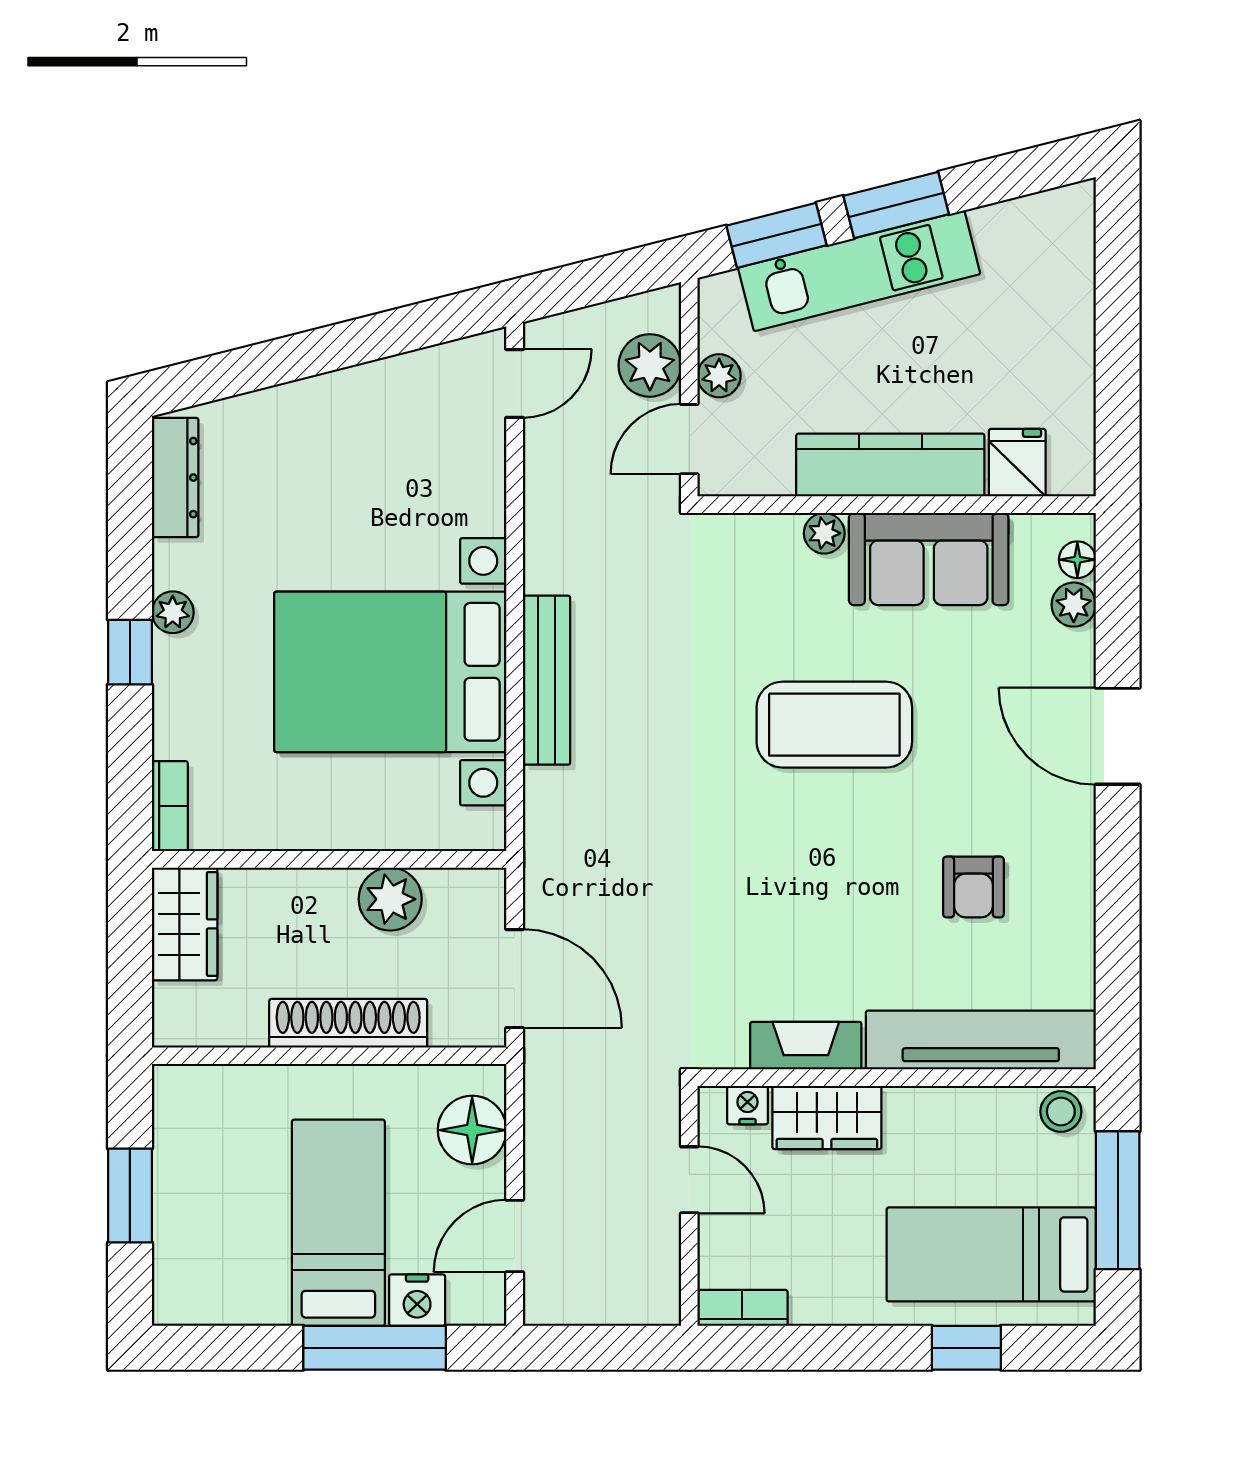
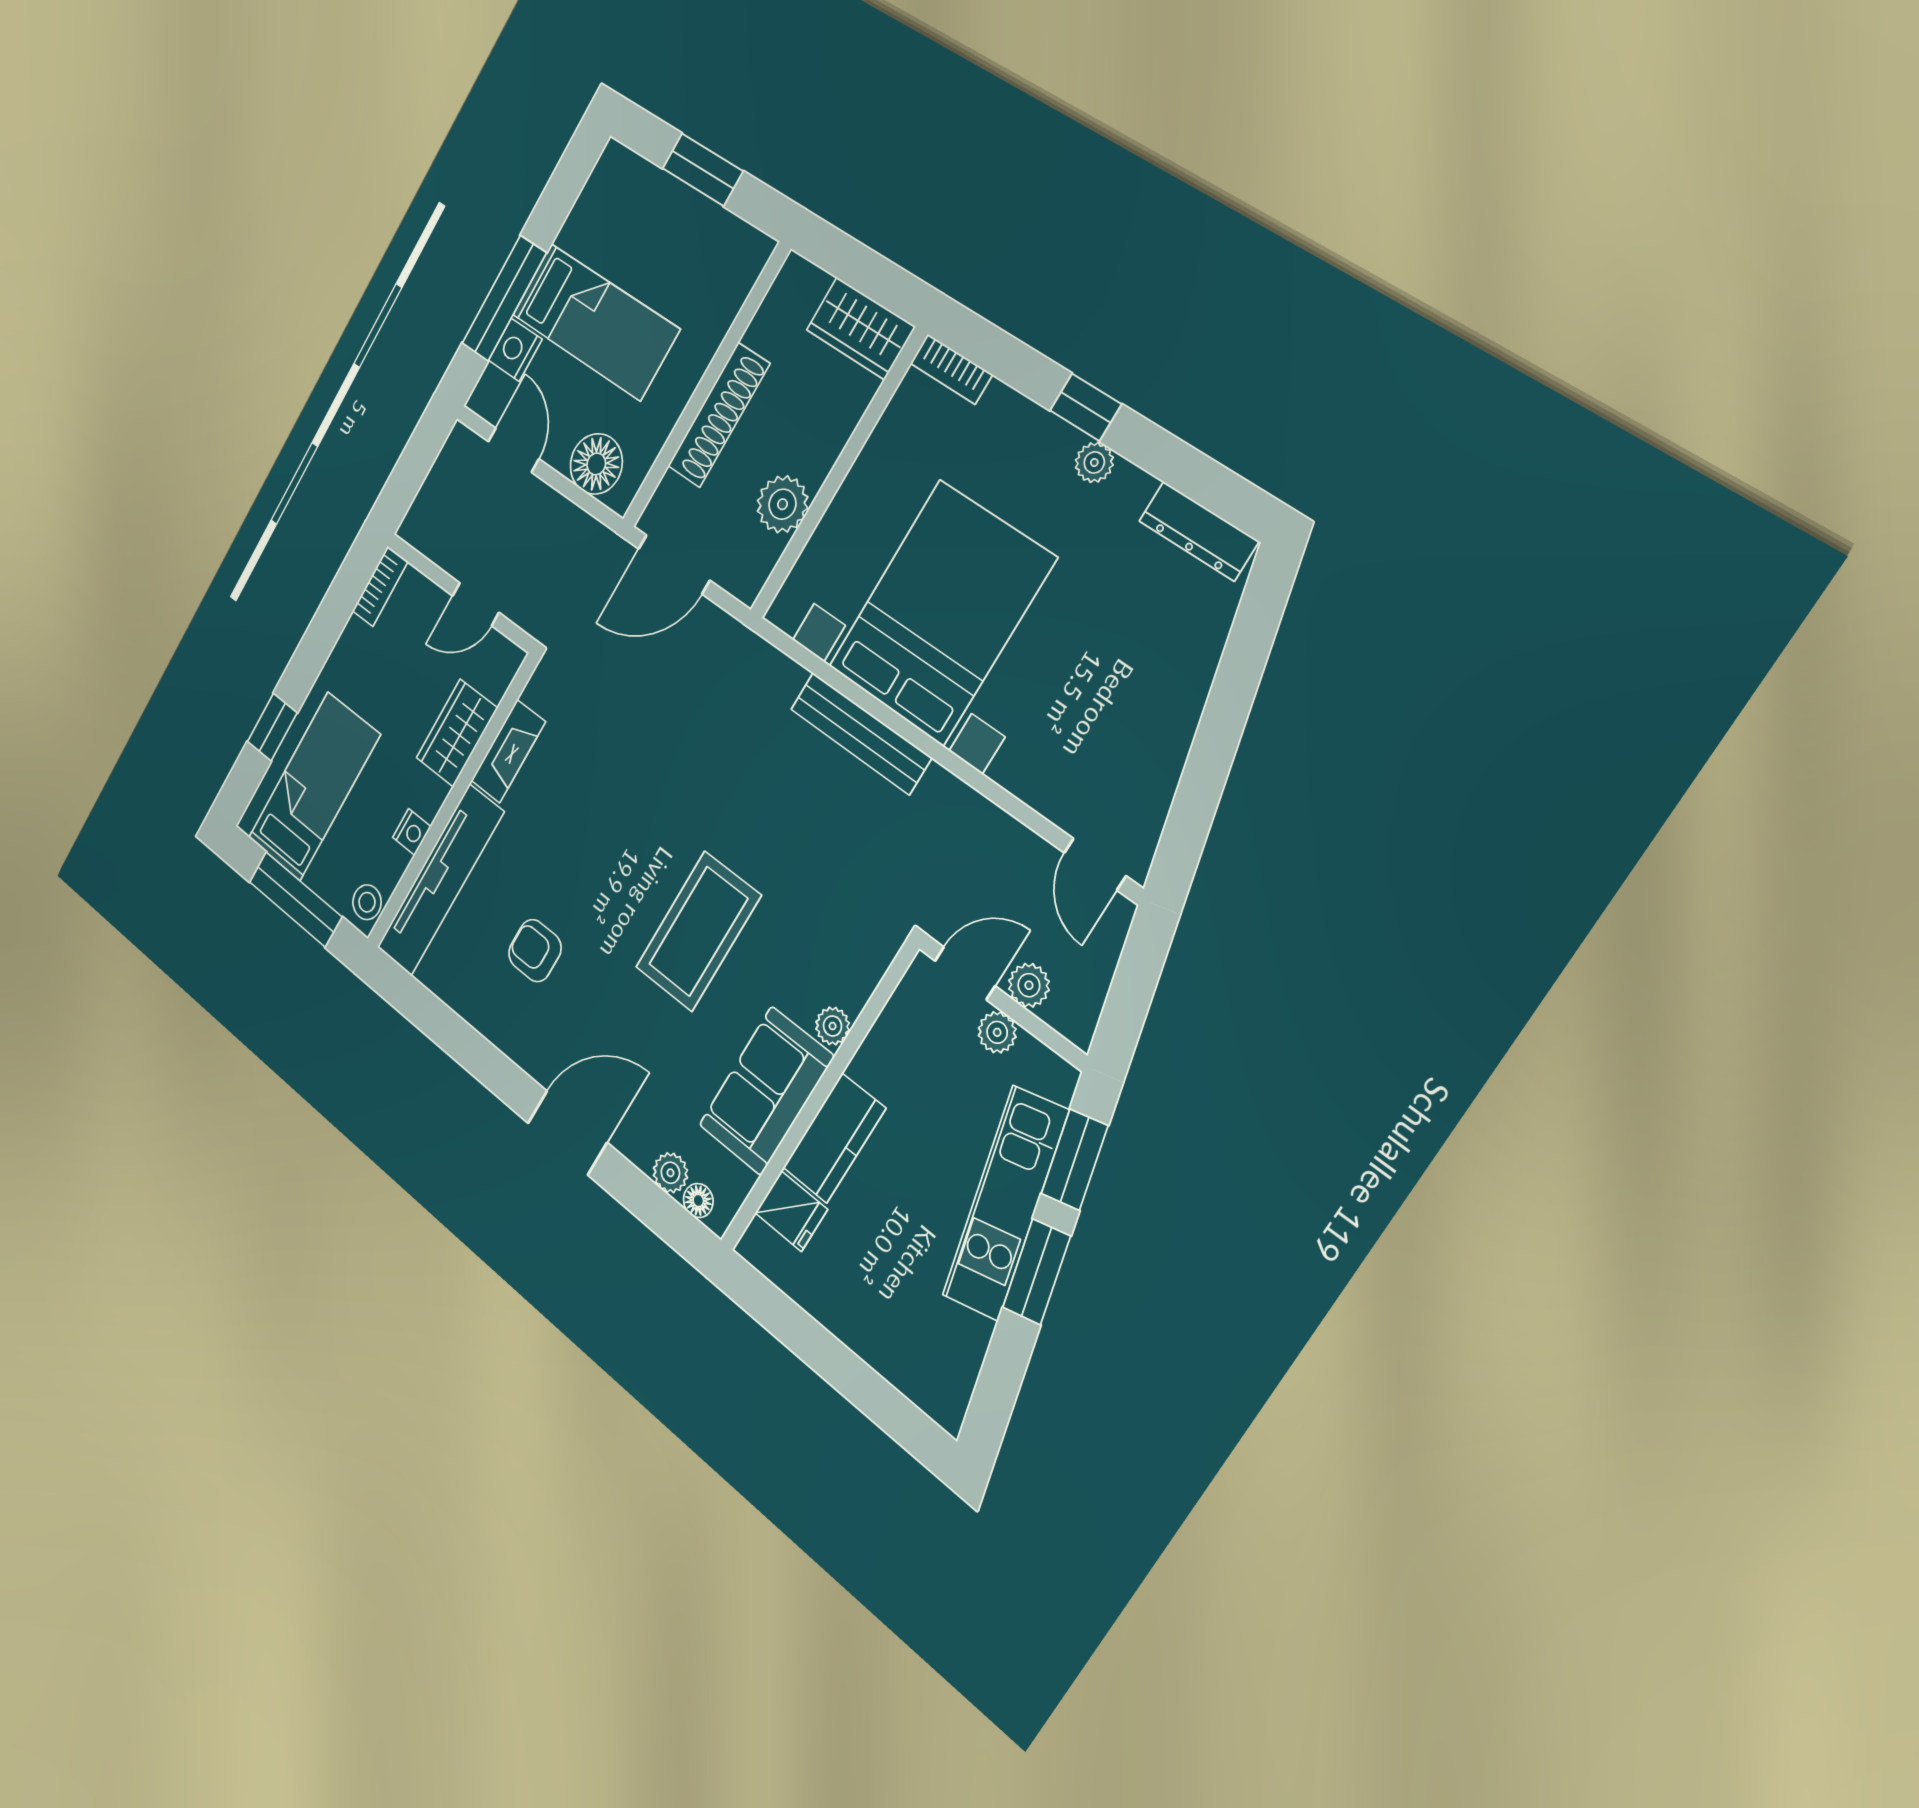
plant: (650, 365) -> (1029, 985), width x0.73, depth x0.73
door: (689, 439) -> (965, 973), hinge flipped
kitchen counter: (890, 465) -> (834, 1138), width x0.67
nightstand: (748, 1105) -> (412, 832), moved

